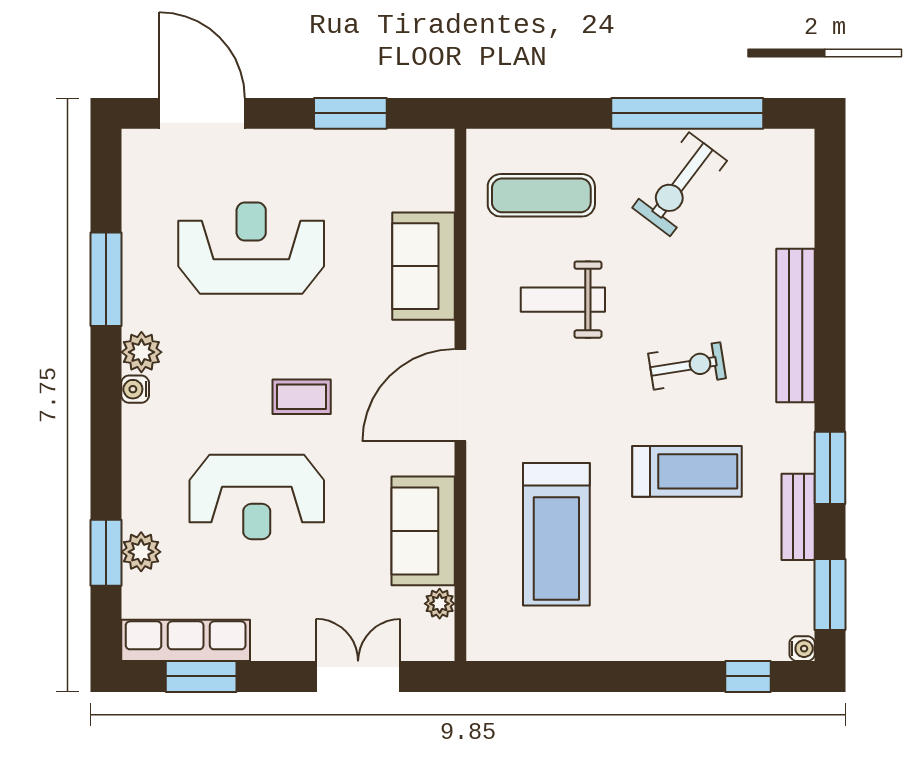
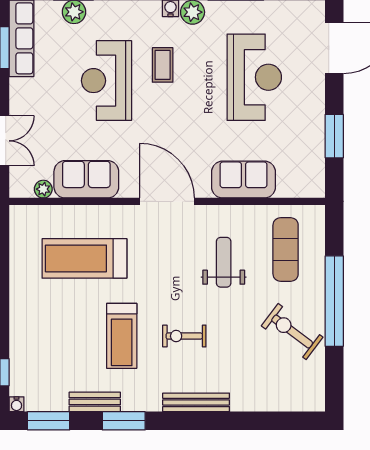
window: (687, 113) -> (334, 301), moved
bench: (796, 326) -> (196, 402), width x0.73, depth x0.82
exercise bike: (687, 366) -> (184, 336), turned 99
coffee table: (302, 397) -> (163, 65), moved

